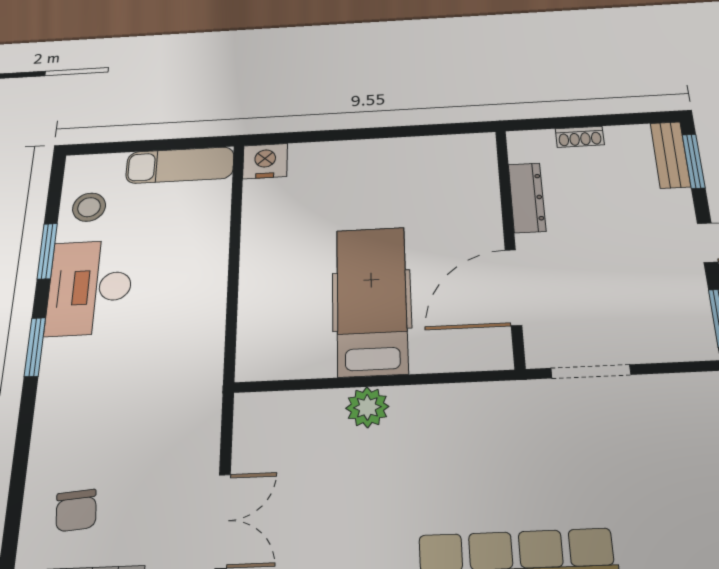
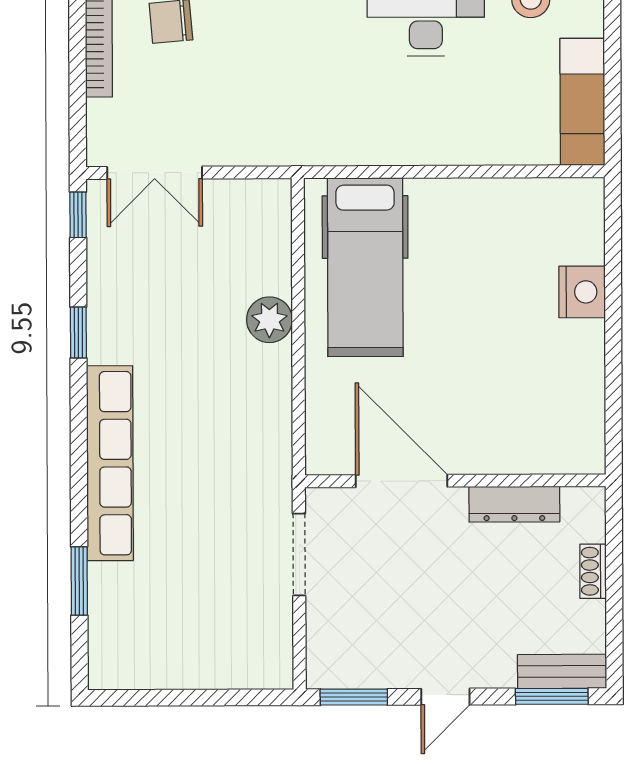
nightstand: (265, 161) -> (582, 292), moved
hospital bed: (372, 300) -> (365, 267), moved, turned 90

